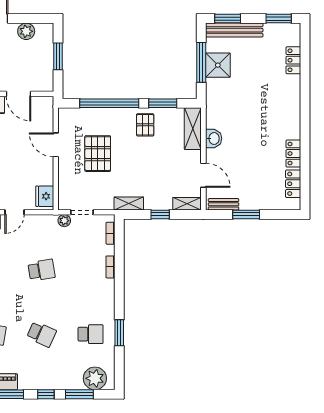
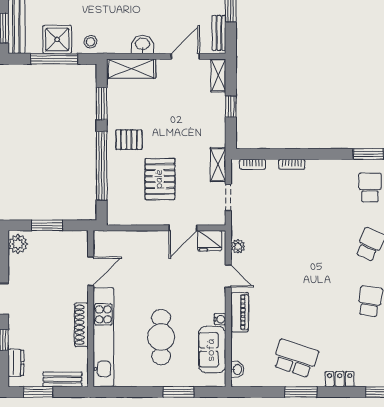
plant: (26, 31) -> (18, 244), moved
stool: (216, 94) -> (91, 42), added
pallet: (145, 125) -> (129, 140), moved
door: (56, 145) -> (183, 228), moved
pallet: (98, 154) -> (160, 179), turned 90
shelving: (129, 203) -> (218, 165), moved
plant: (64, 221) -> (238, 246), moved
school desk: (42, 270) -> (295, 244), removed

